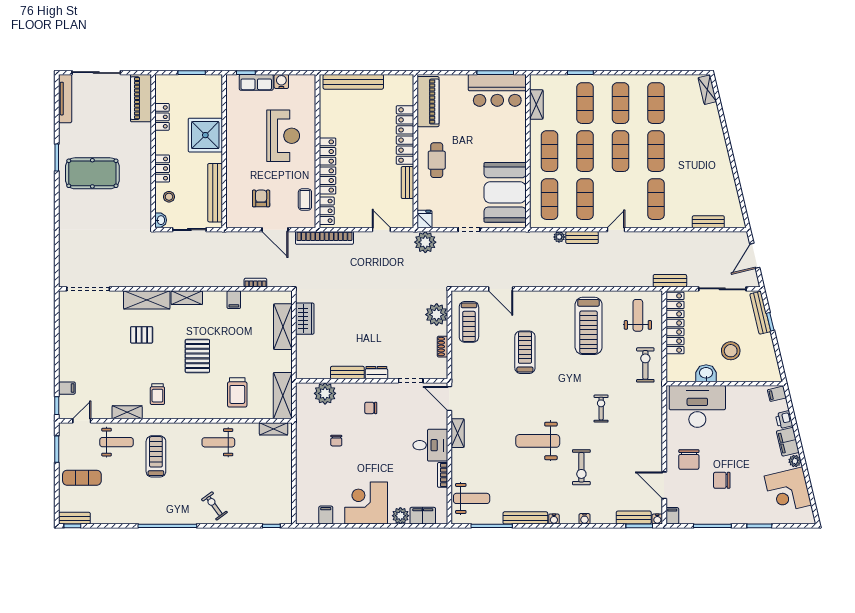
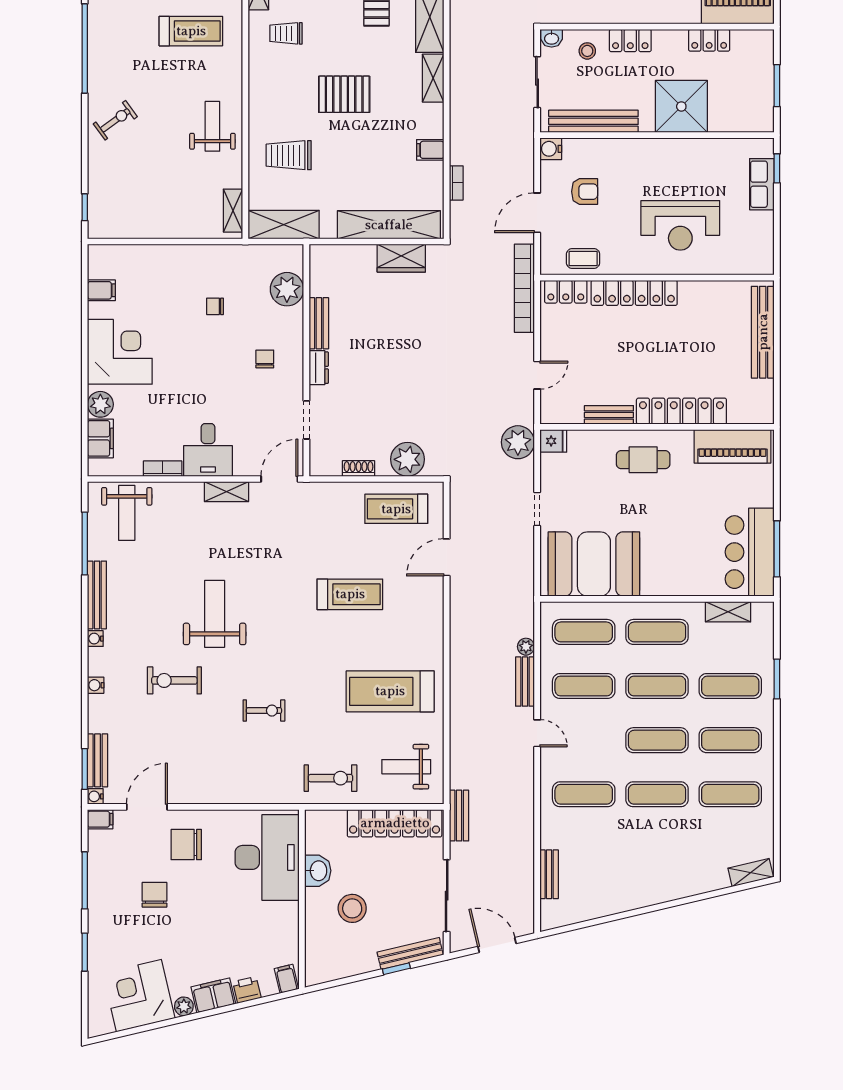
water cooler: (281, 81) -> (551, 149), moved, turned 180
weight bench: (638, 315) -> (406, 767), turned 180
shelving: (283, 327) -> (389, 225), width x1.47

